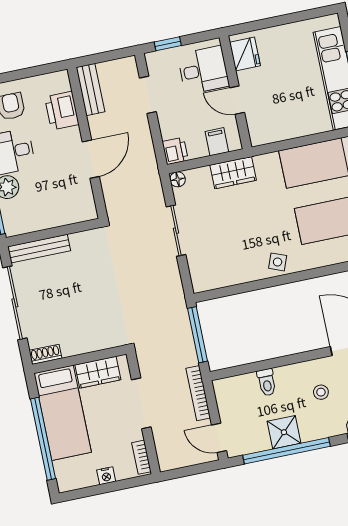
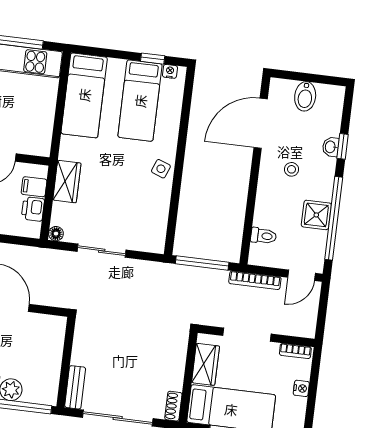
printer: (175, 151) -> (33, 209), moved, turned -90
bench: (39, 249) -> (75, 387), width x0.73
toilet: (267, 382) -> (264, 236), moved

